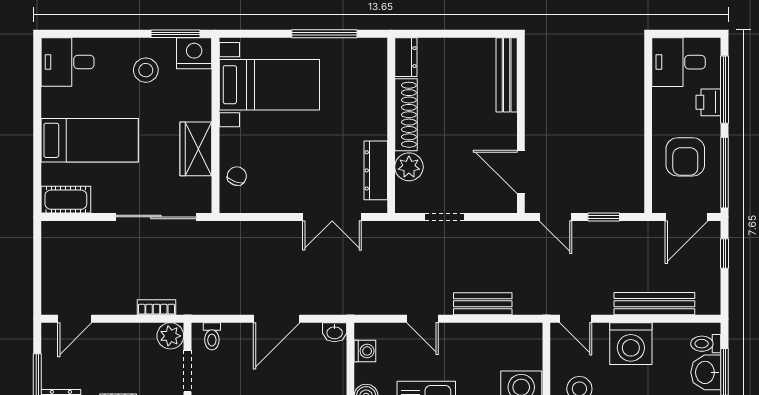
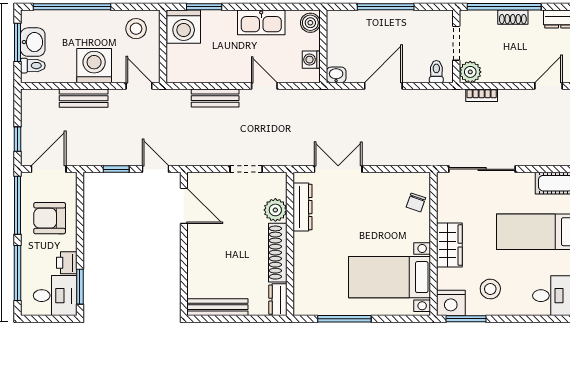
window: (648, 73) -> (80, 287), added
bench: (507, 75) -> (217, 307), moved, turned 90
printer: (708, 102) -> (67, 263), moved, turned 180
wardrobe: (196, 149) -> (449, 245), moved
armchair: (685, 157) -> (50, 218), turned -90
bench: (654, 304) -> (84, 98), width x0.73

